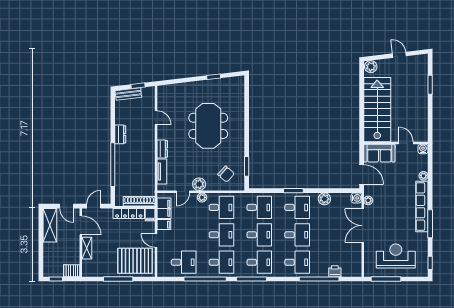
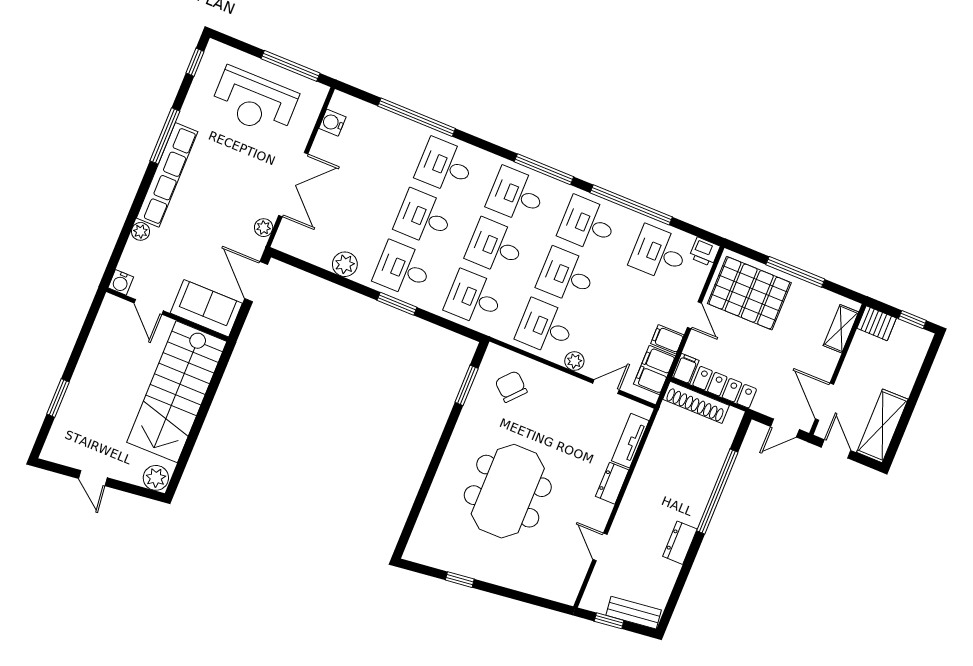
plant: (199, 184) -> (570, 388), removed
water cooler: (356, 198) -> (332, 123), moved
shelving: (87, 248) -> (841, 329), moved
printer: (335, 271) -> (705, 252), moved

